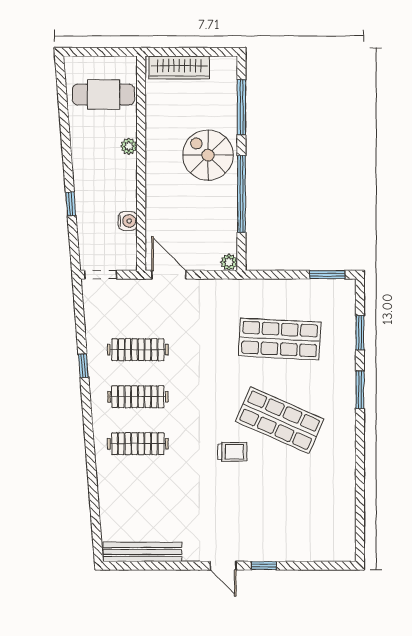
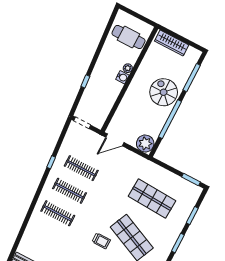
water cooler: (128, 221) -> (122, 77), moved
plant: (229, 262) -> (145, 144), width x1.87, depth x1.87
door: (169, 275) -> (115, 140), swing flipped

